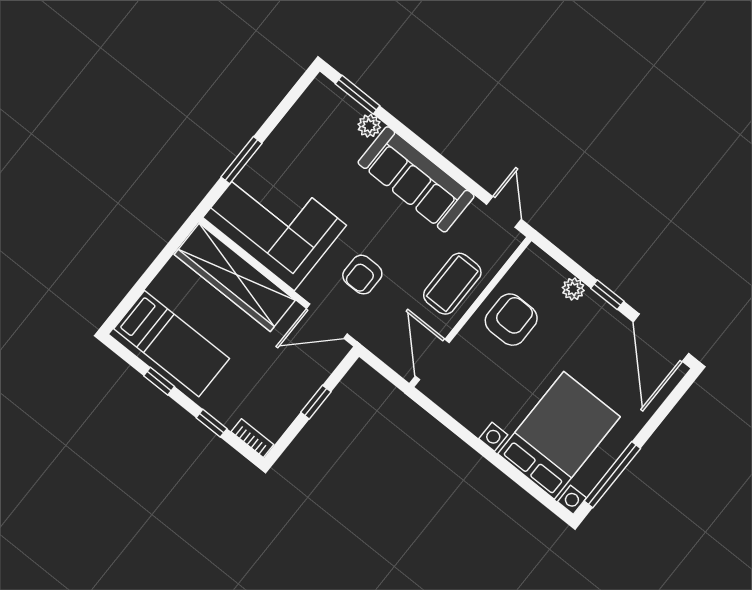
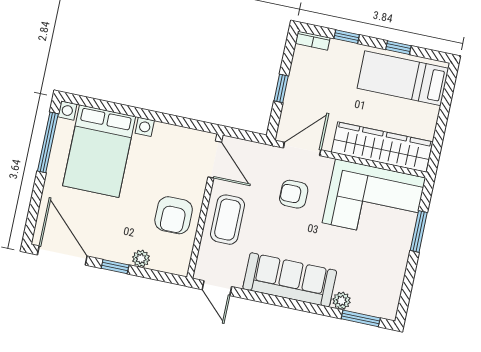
armchair: (362, 275) -> (294, 194), turned -90

